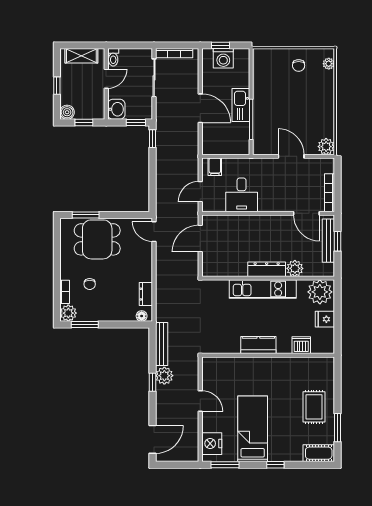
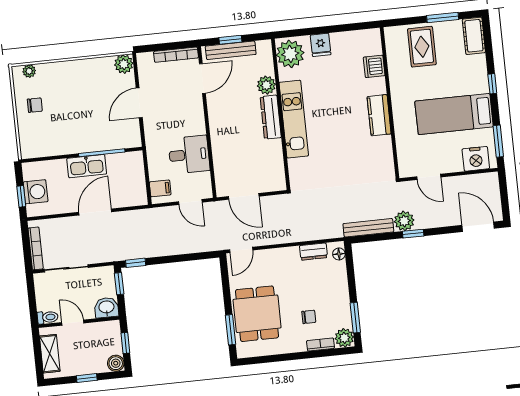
kitchen counter: (258, 345) -> (379, 115), moved
dishwasher: (301, 345) -> (374, 66), moved
wall: (268, 355) -> (390, 103), moved
door: (200, 401) -> (429, 177), swing flipped
rug: (314, 407) -> (422, 47), turned 90

